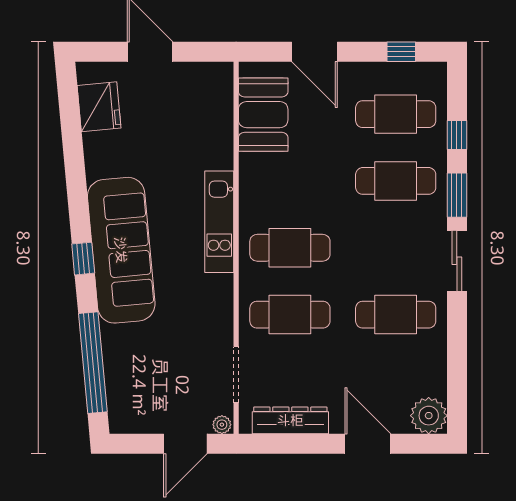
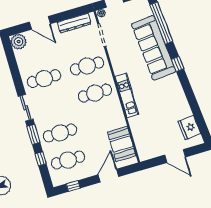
door: (315, 52) -> (108, 176), hinge flipped
sofa: (121, 250) -> (154, 48), moved

